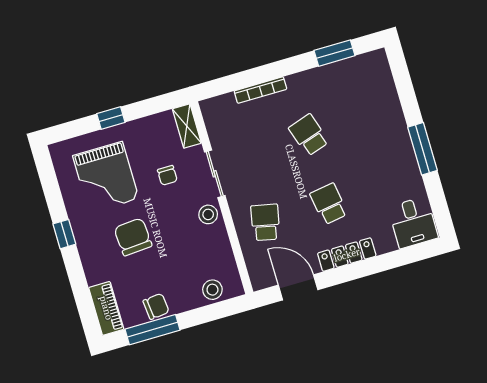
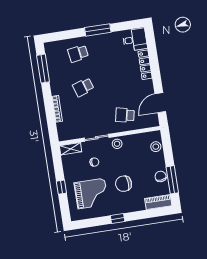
window: (334, 53) -> (43, 69), width x1.44
school desk: (329, 204) -> (78, 53), moved
locker: (347, 255) -> (145, 65), moved

